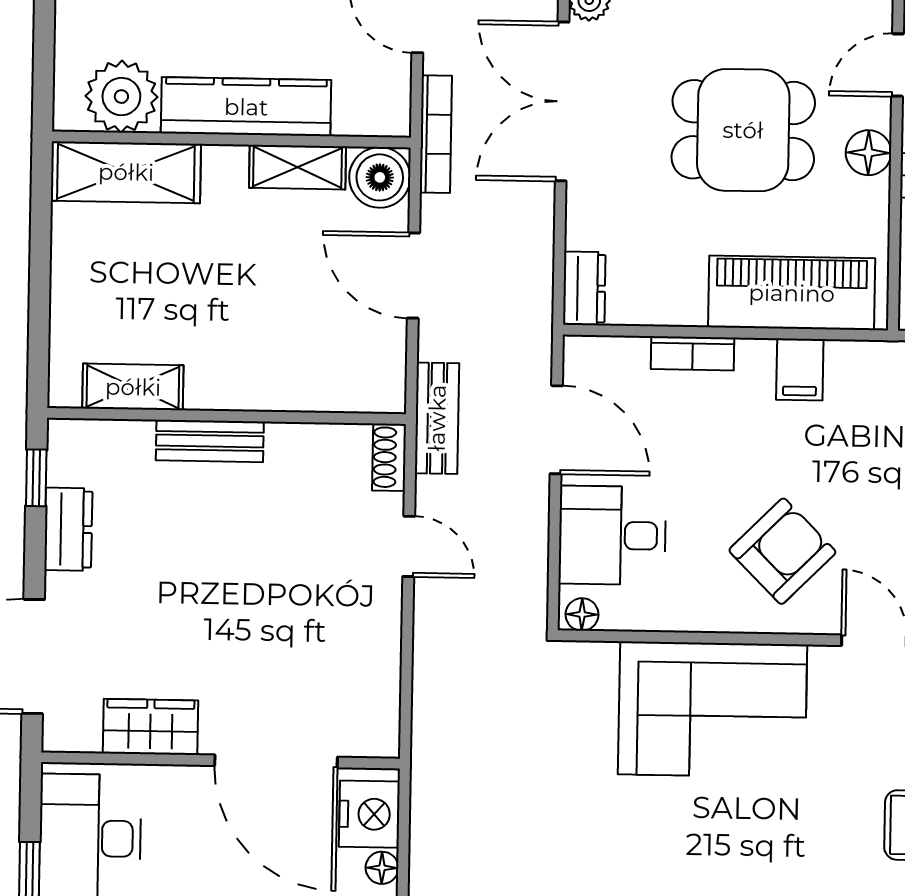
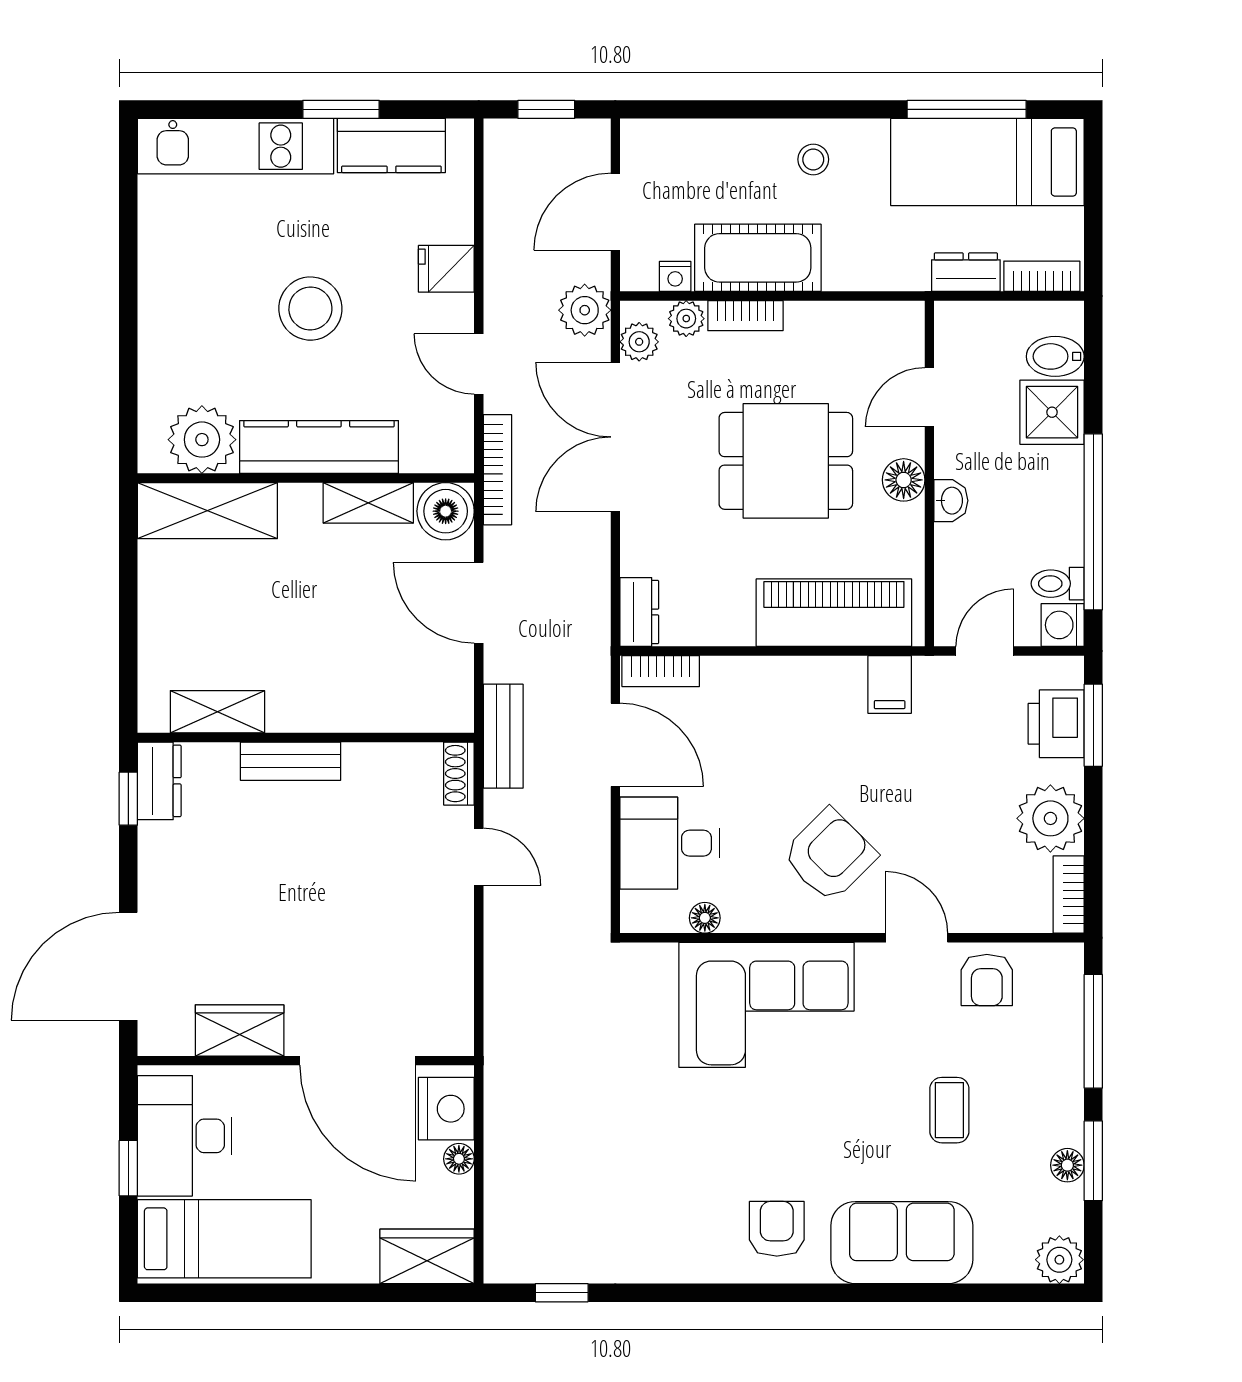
bookcase: (692, 353) -> (661, 671), moved
filing cabinet: (800, 369) -> (890, 684), moved
dresser: (68, 529) -> (159, 781), moved
floor lamp: (582, 614) -> (705, 918), moved

